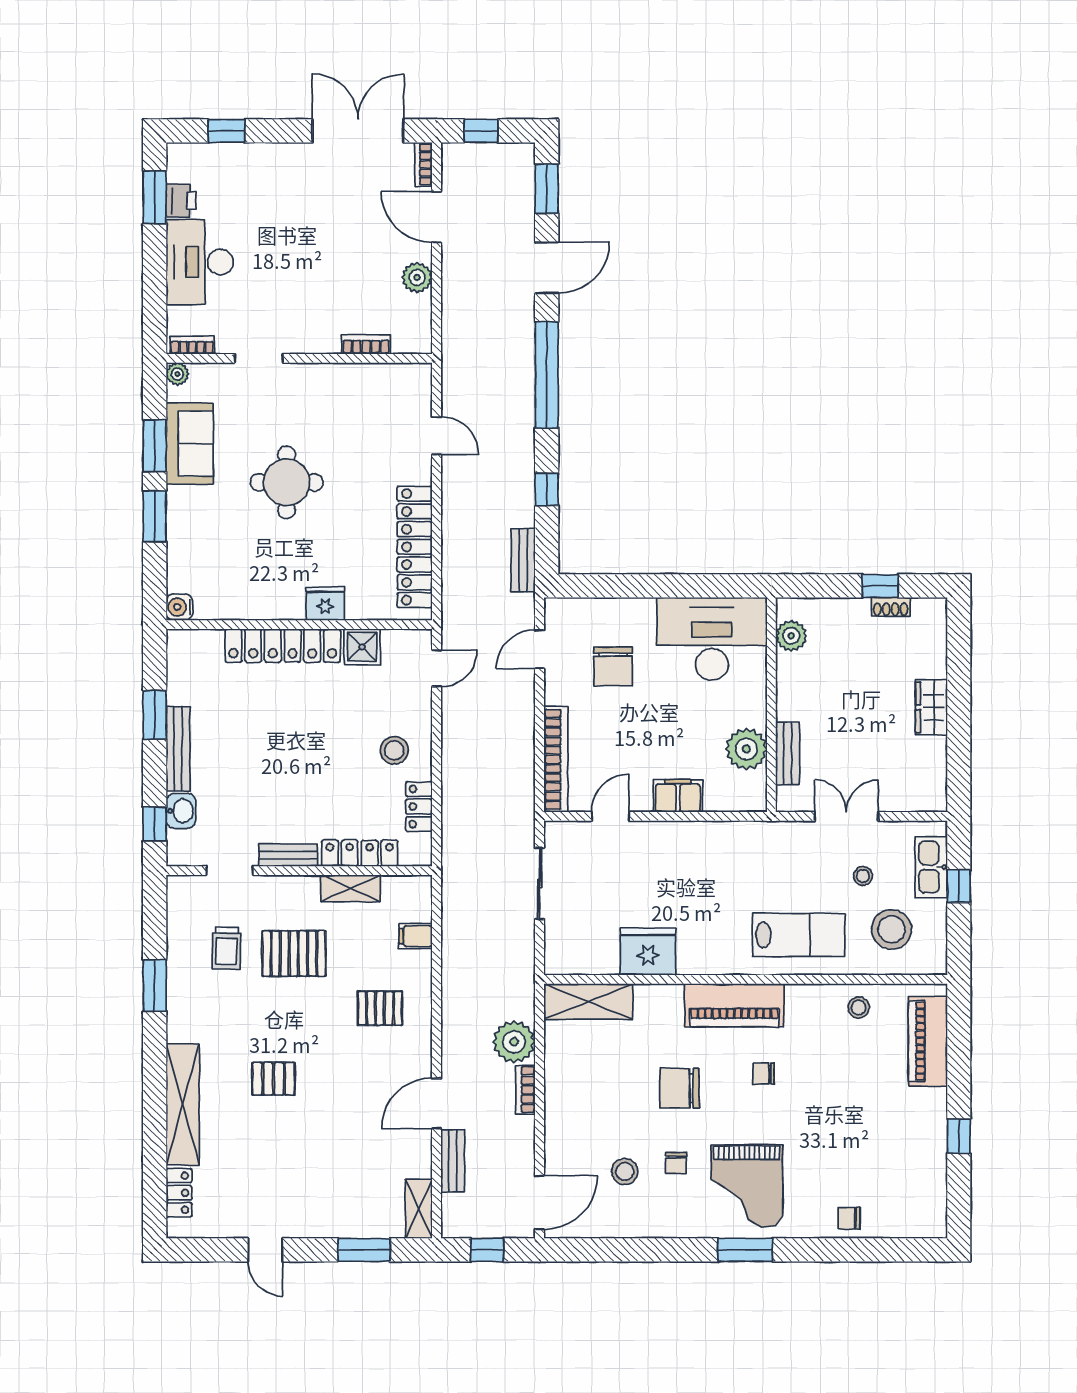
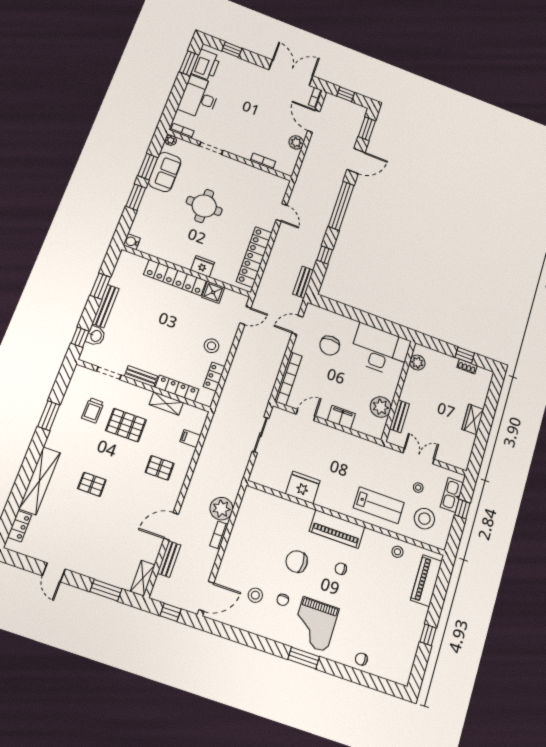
printer: (181, 201) -> (206, 65), width x1.87, depth x1.48
shelving: (588, 1002) -> (265, 502), removed

